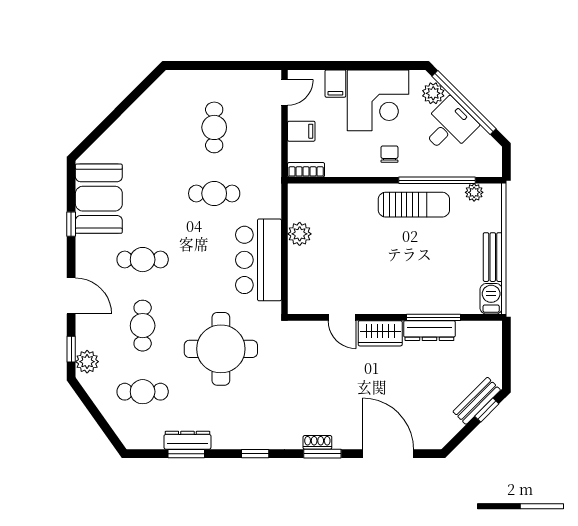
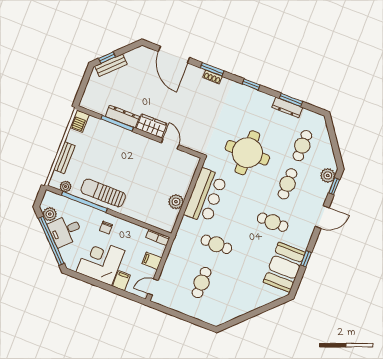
plant: (433, 93) -> (50, 214), moved
bench: (493, 257) -> (64, 158), moved
door: (71, 296) -> (322, 217), swing flipped
cafe table: (143, 392) -> (302, 146), turned 90

